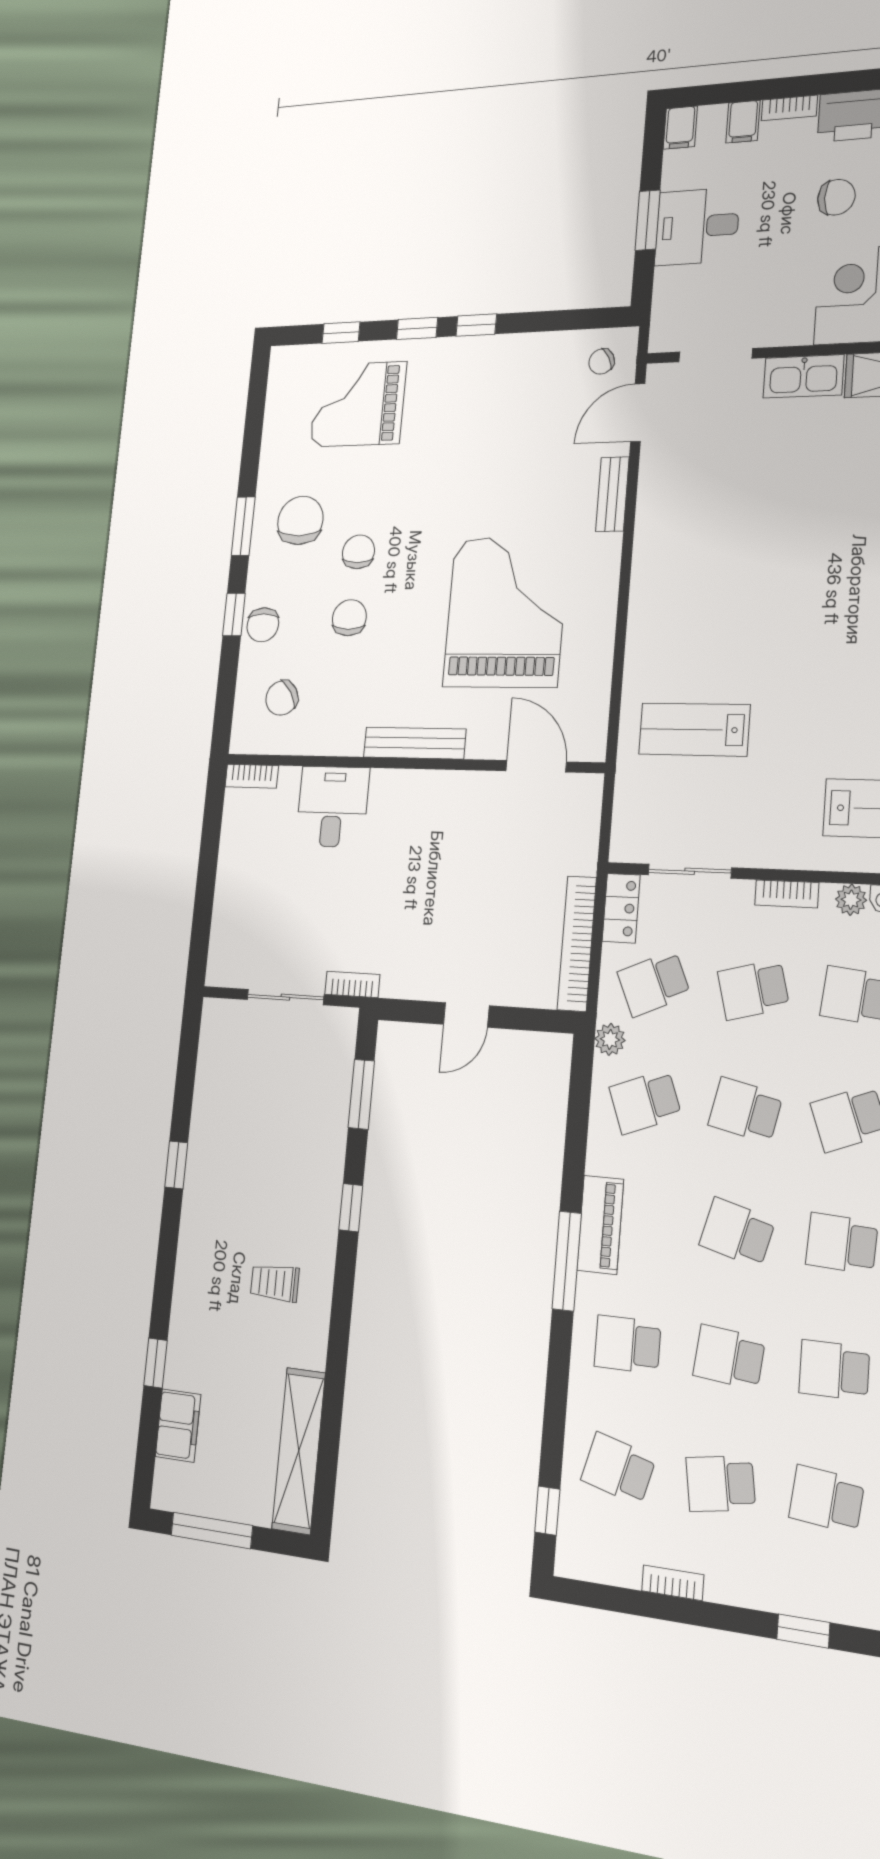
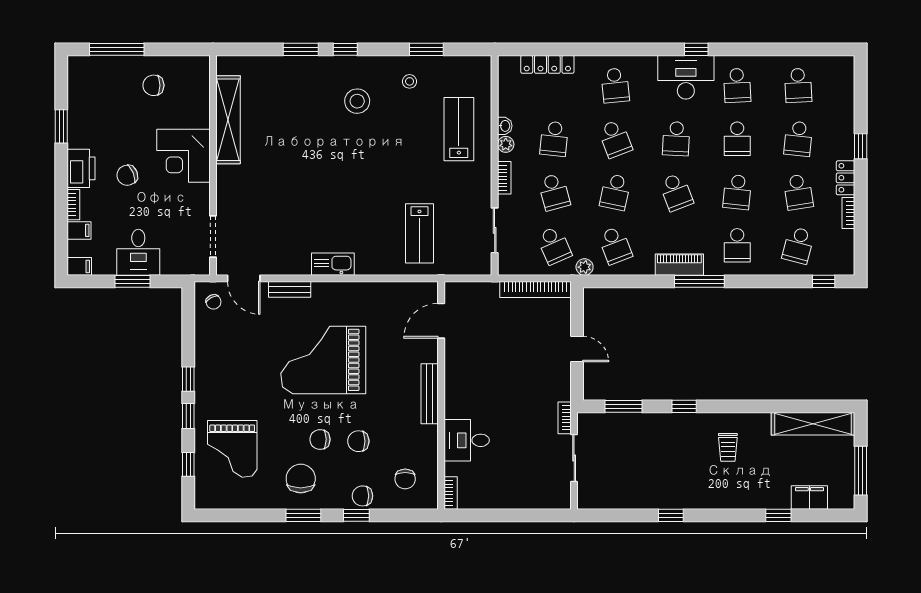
chair: (836, 197) -> (127, 175), turned -112
kitchen sink: (803, 376) -> (333, 264), moved, turned -90
chair: (300, 520) -> (301, 479), turned 90
grand piano: (506, 612) -> (323, 360), moved
chair: (263, 625) -> (362, 496), turned 180
chair: (282, 698) -> (405, 479), turned 33
locker: (621, 908) -> (846, 178), moved, turned -90
school desk: (737, 1233) -> (676, 192), turned -36

